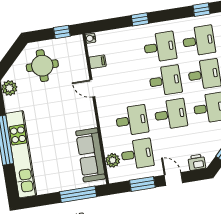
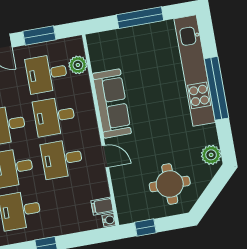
filing cabinet: (98, 62) -> (102, 206), moved
desk: (126, 87) -> (62, 159), added
sofa: (91, 155) -> (112, 103), moved
window: (78, 194) -> (140, 18), moved

